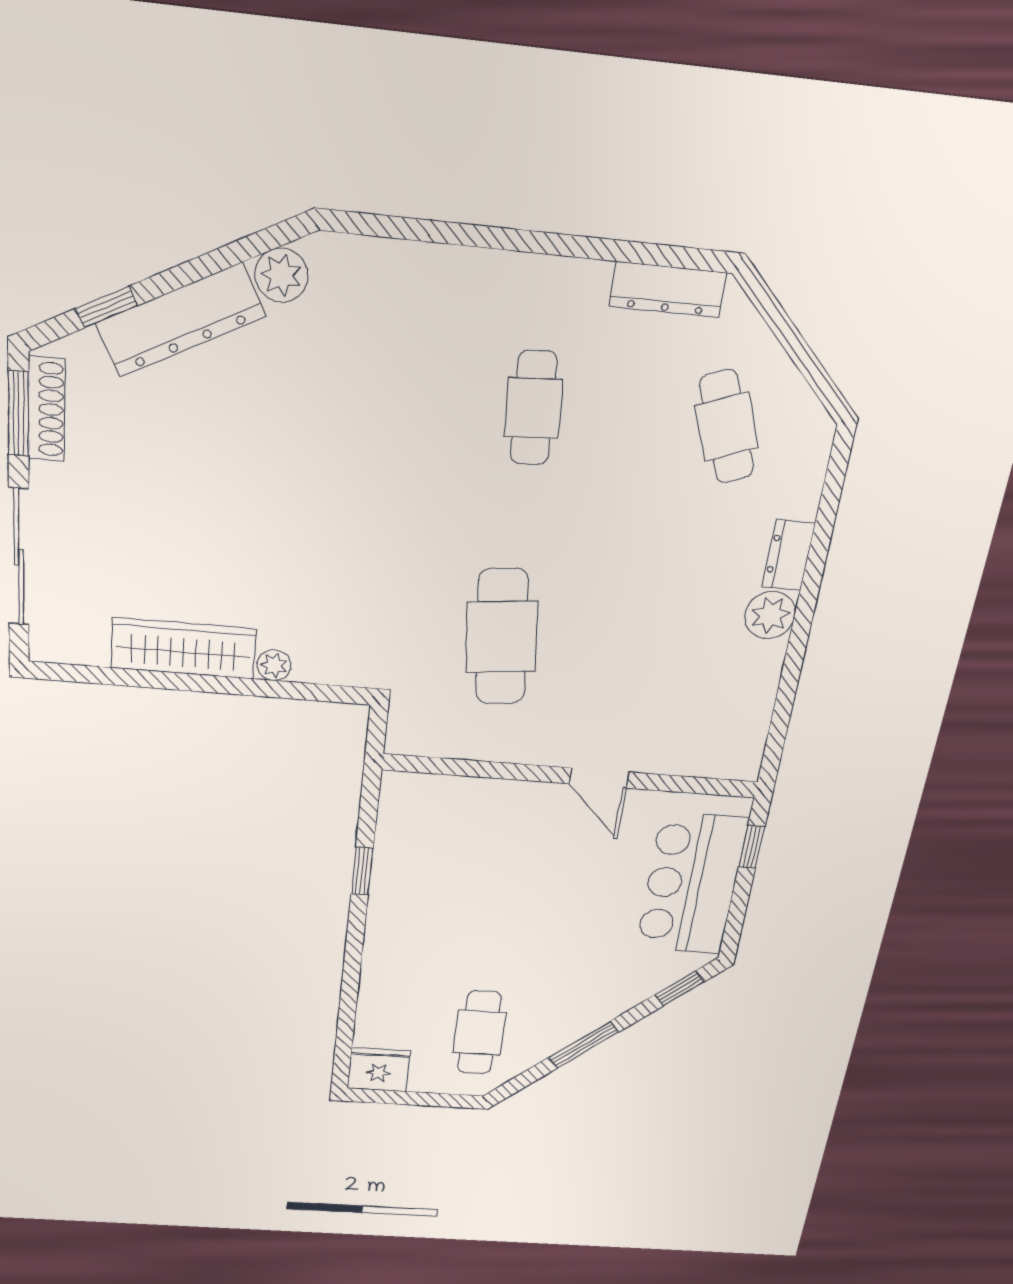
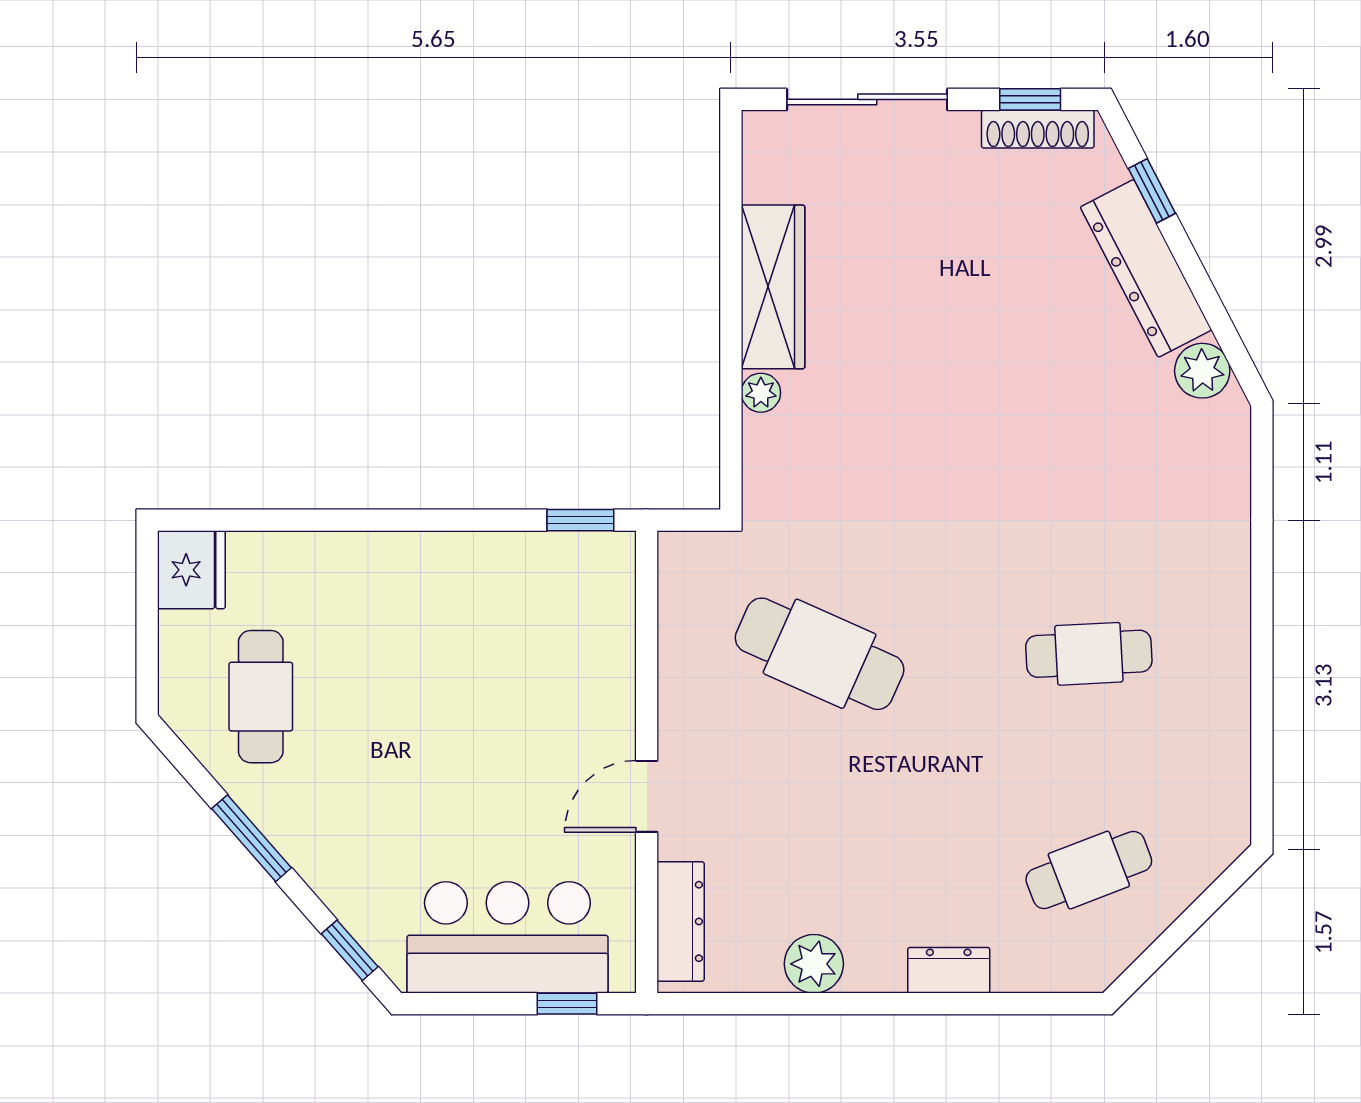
dresser: (668, 290) -> (681, 921), moved, turned 180
window: (18, 414) -> (1030, 99), width x0.67
plant: (770, 615) -> (814, 964), moved
cafe table: (502, 637) -> (820, 654), turned 30
window: (362, 871) -> (580, 520), moved
cafe table: (479, 1033) -> (261, 697), turned 90

